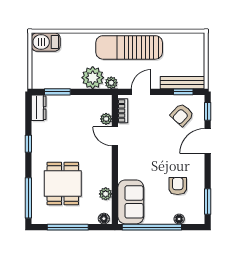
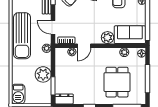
plant: (93, 78) -> (43, 74), moved
plant: (127, 170) -> (108, 38), added
dining table: (63, 184) -> (117, 82), turned 90

